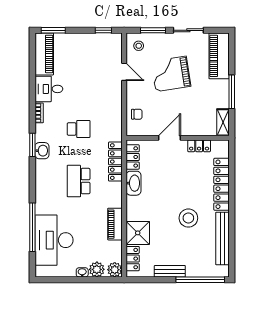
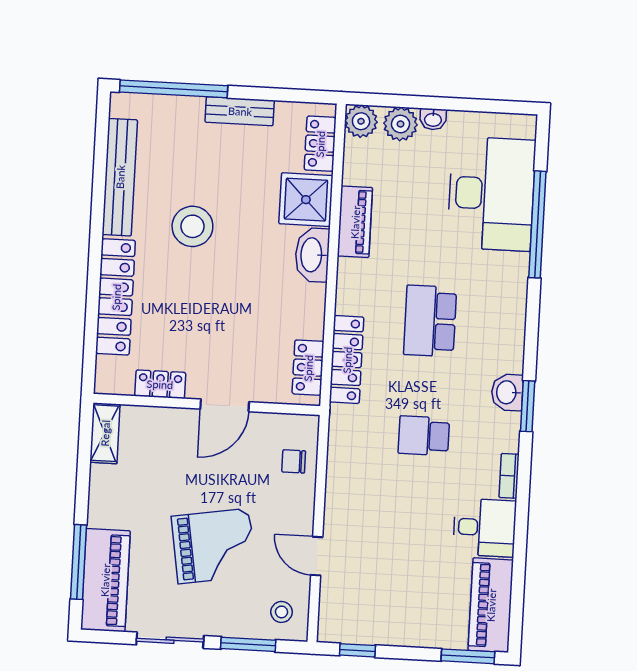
window: (232, 92) -> (79, 562), moved
school desk: (79, 181) -> (430, 321), turned 180
washbasin: (134, 183) -> (312, 255), moved

